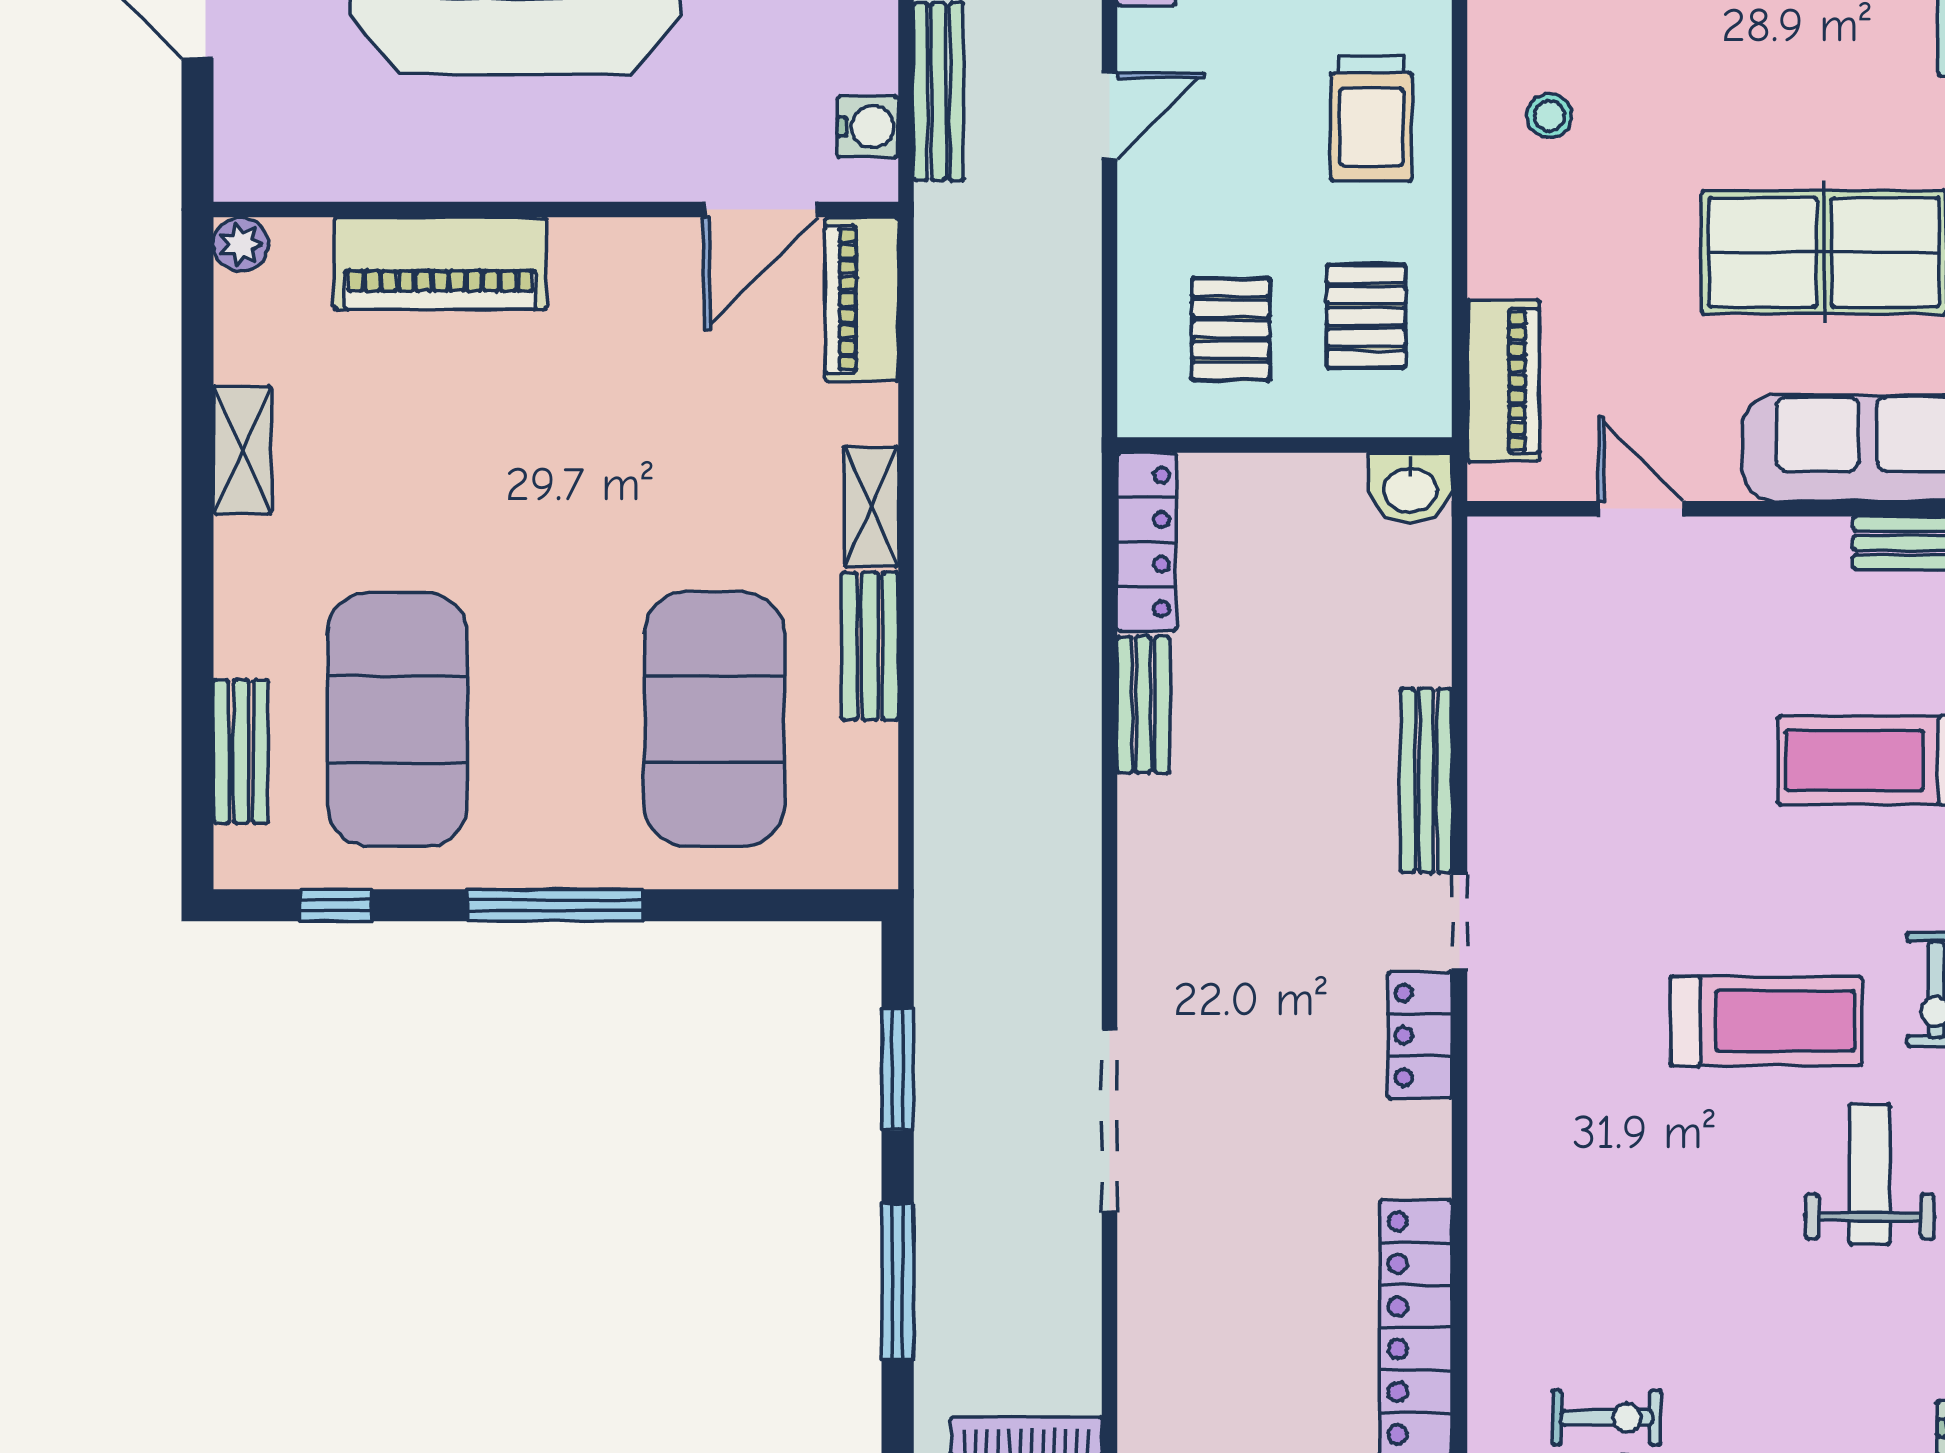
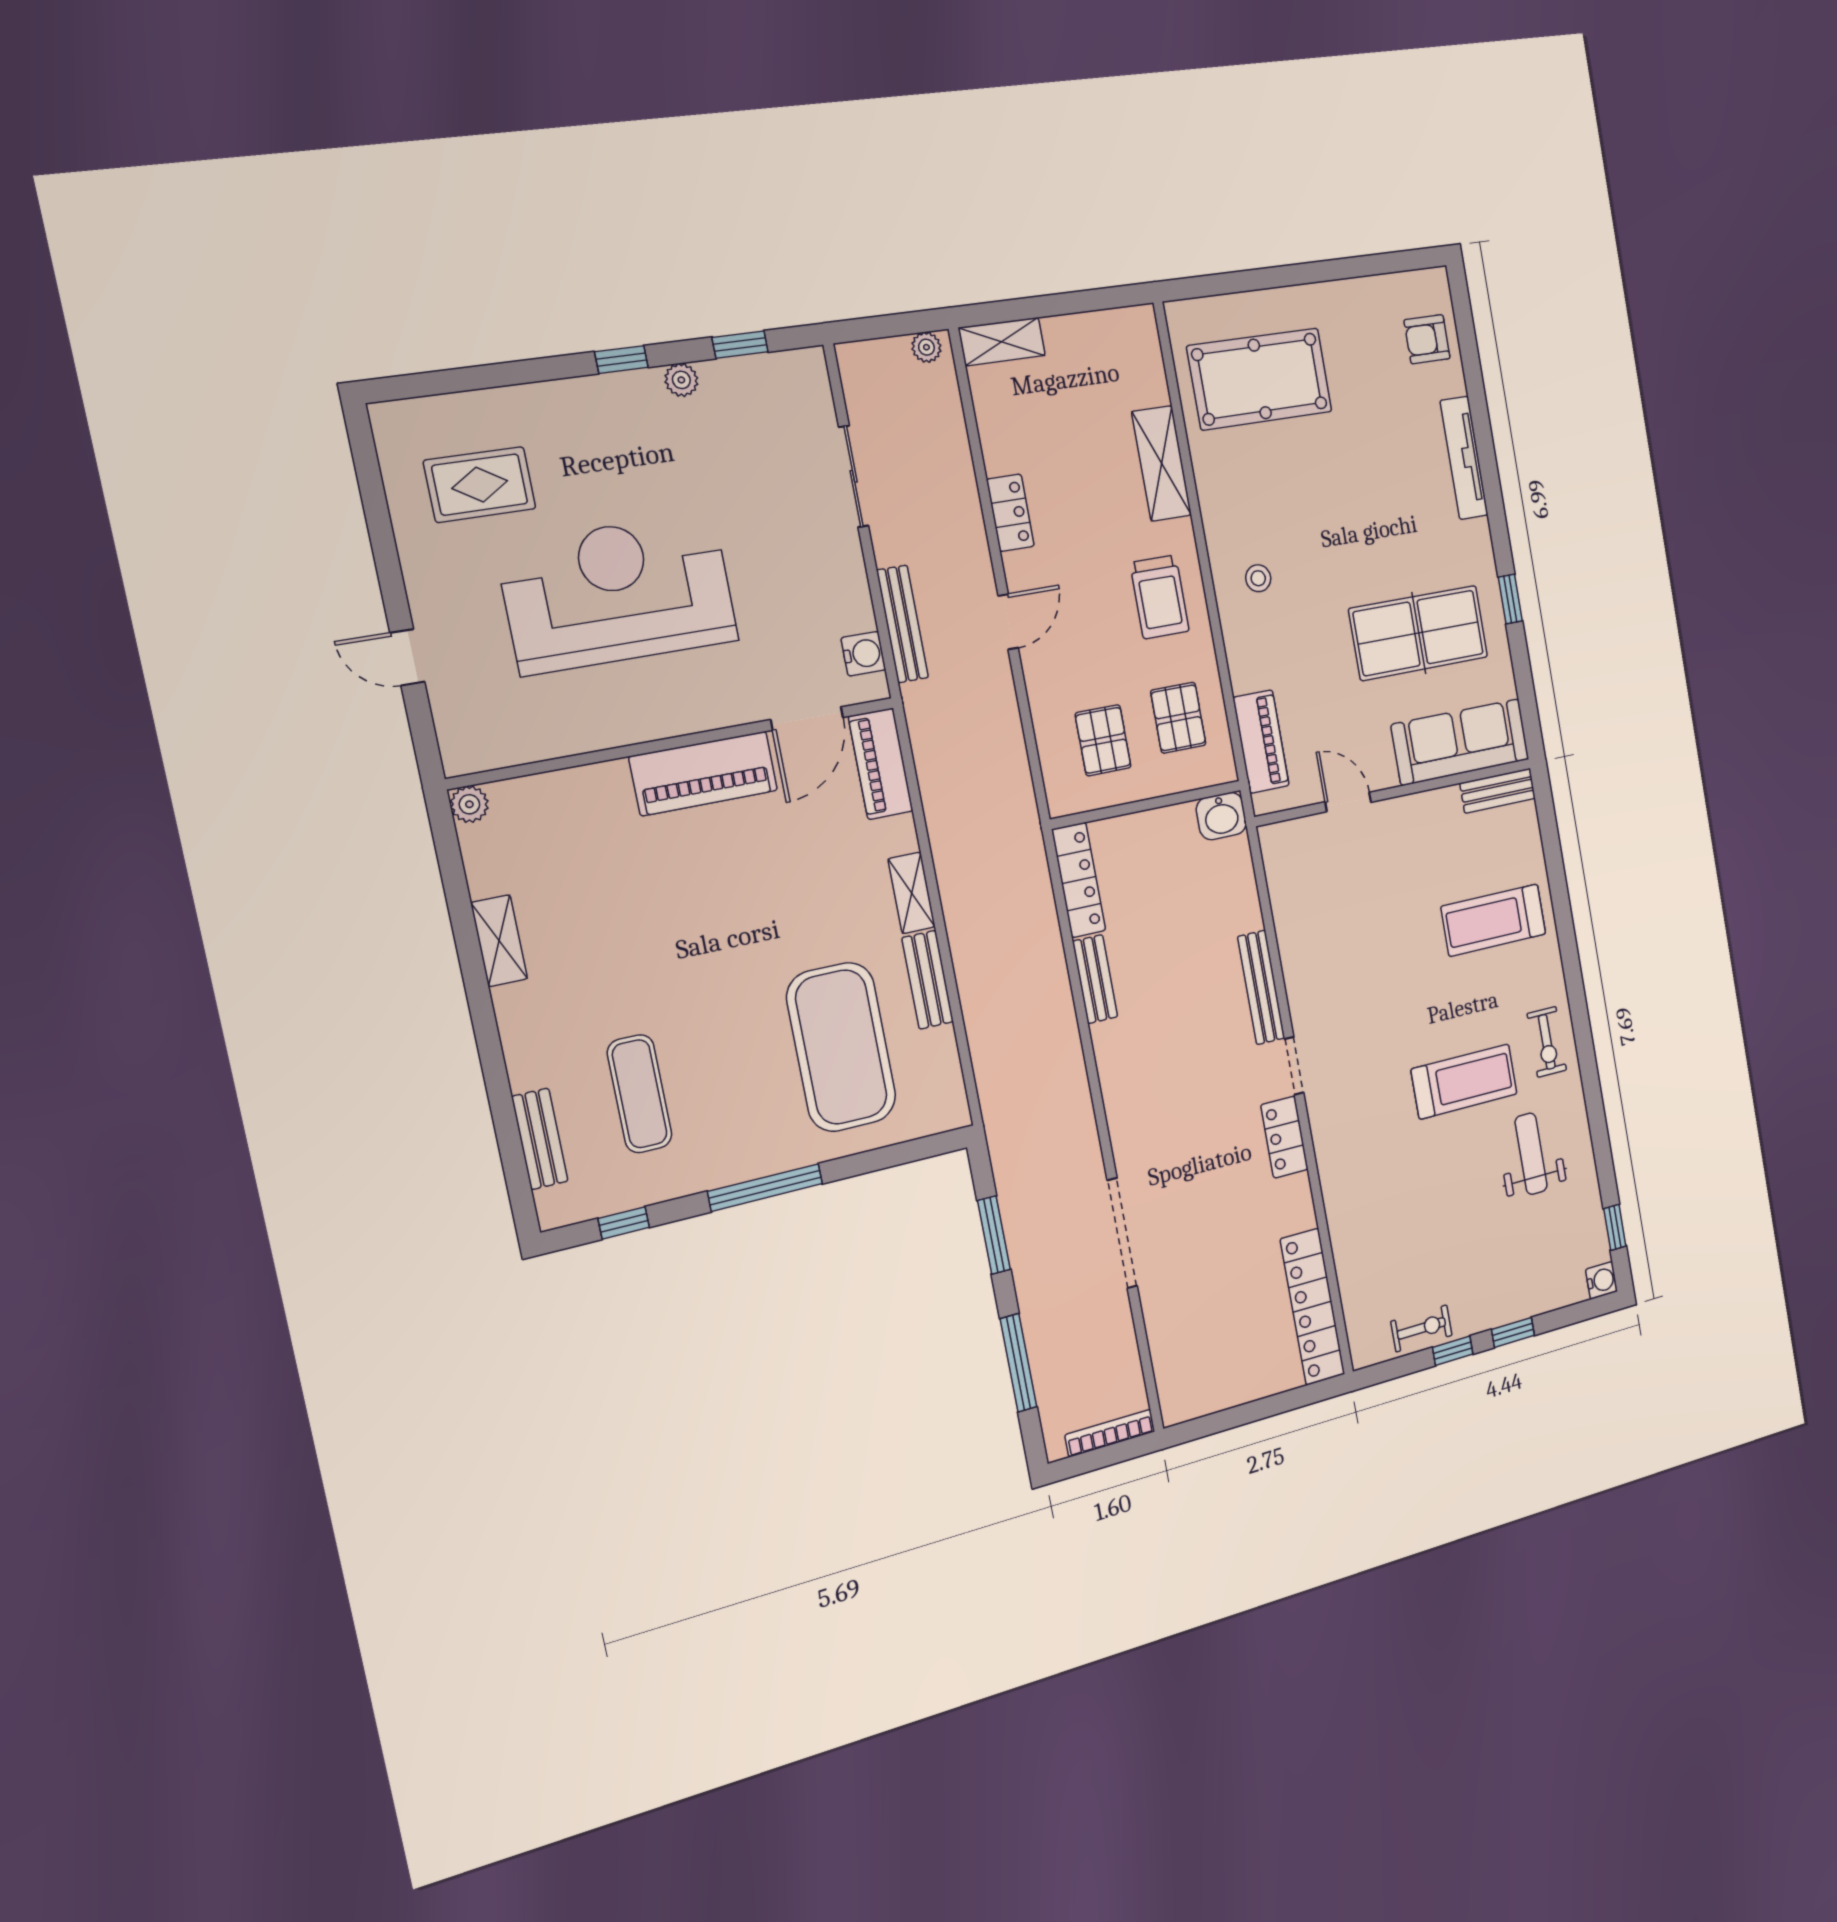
piano: (440, 263) -> (704, 774), moved
exercise mat: (397, 719) -> (640, 1094), width x0.50, depth x0.69

